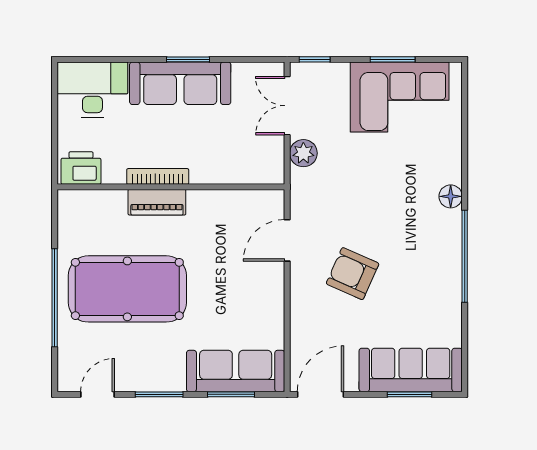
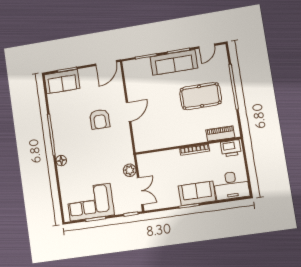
sofa: (180, 83) -> (197, 193), width x0.73
piano: (157, 202) -> (220, 134), moved
door: (287, 240) -> (128, 112), moved
armchair: (353, 274) -> (100, 119), turned 66
pool table: (127, 289) -> (201, 96), width x0.73, depth x0.76
sofa: (411, 370) -> (62, 81), width x0.73
sofa: (236, 371) -> (174, 62), moved

